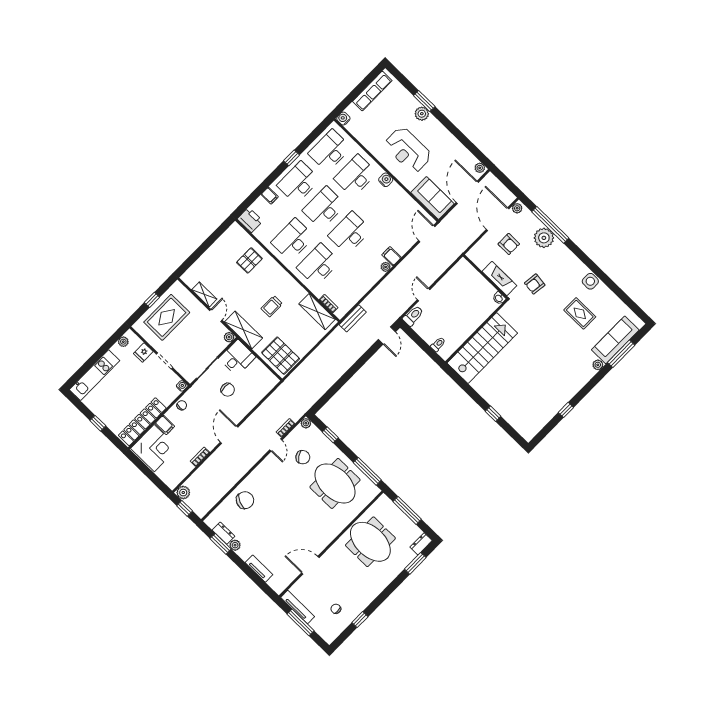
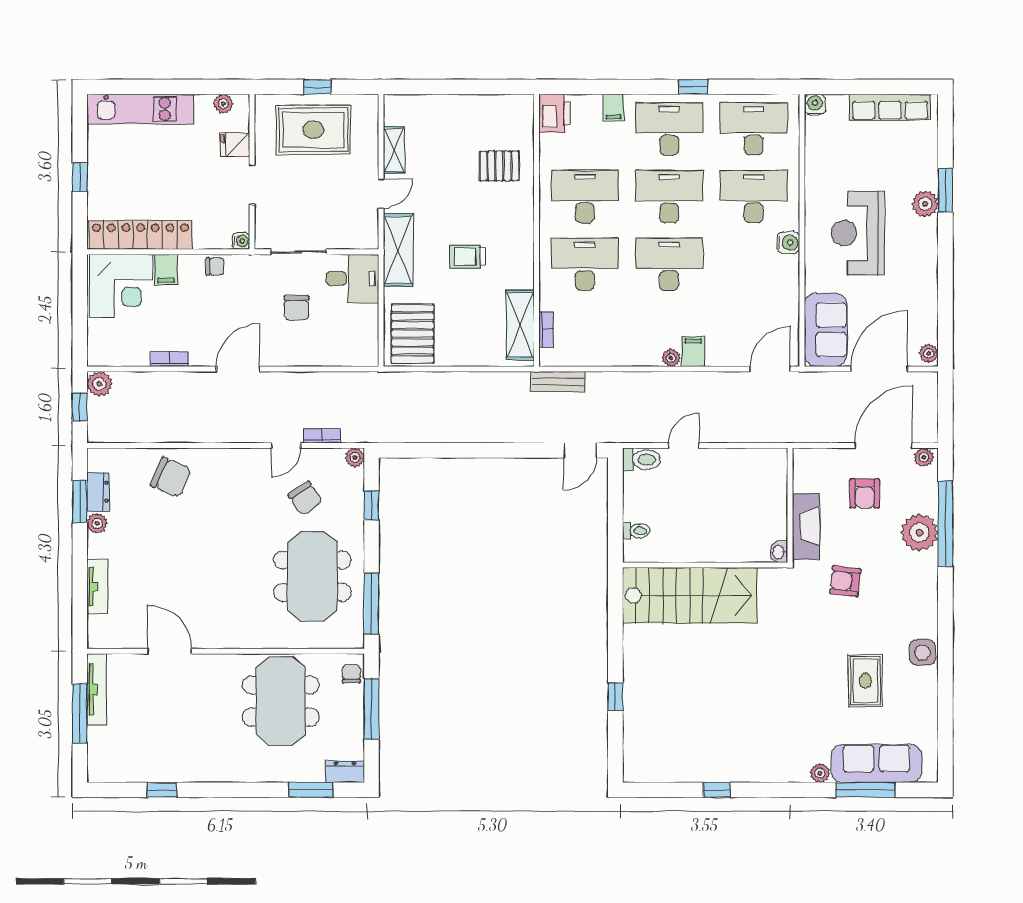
plant: (229, 337) -> (369, 240), removed
chair: (336, 609) -> (351, 674), moved

